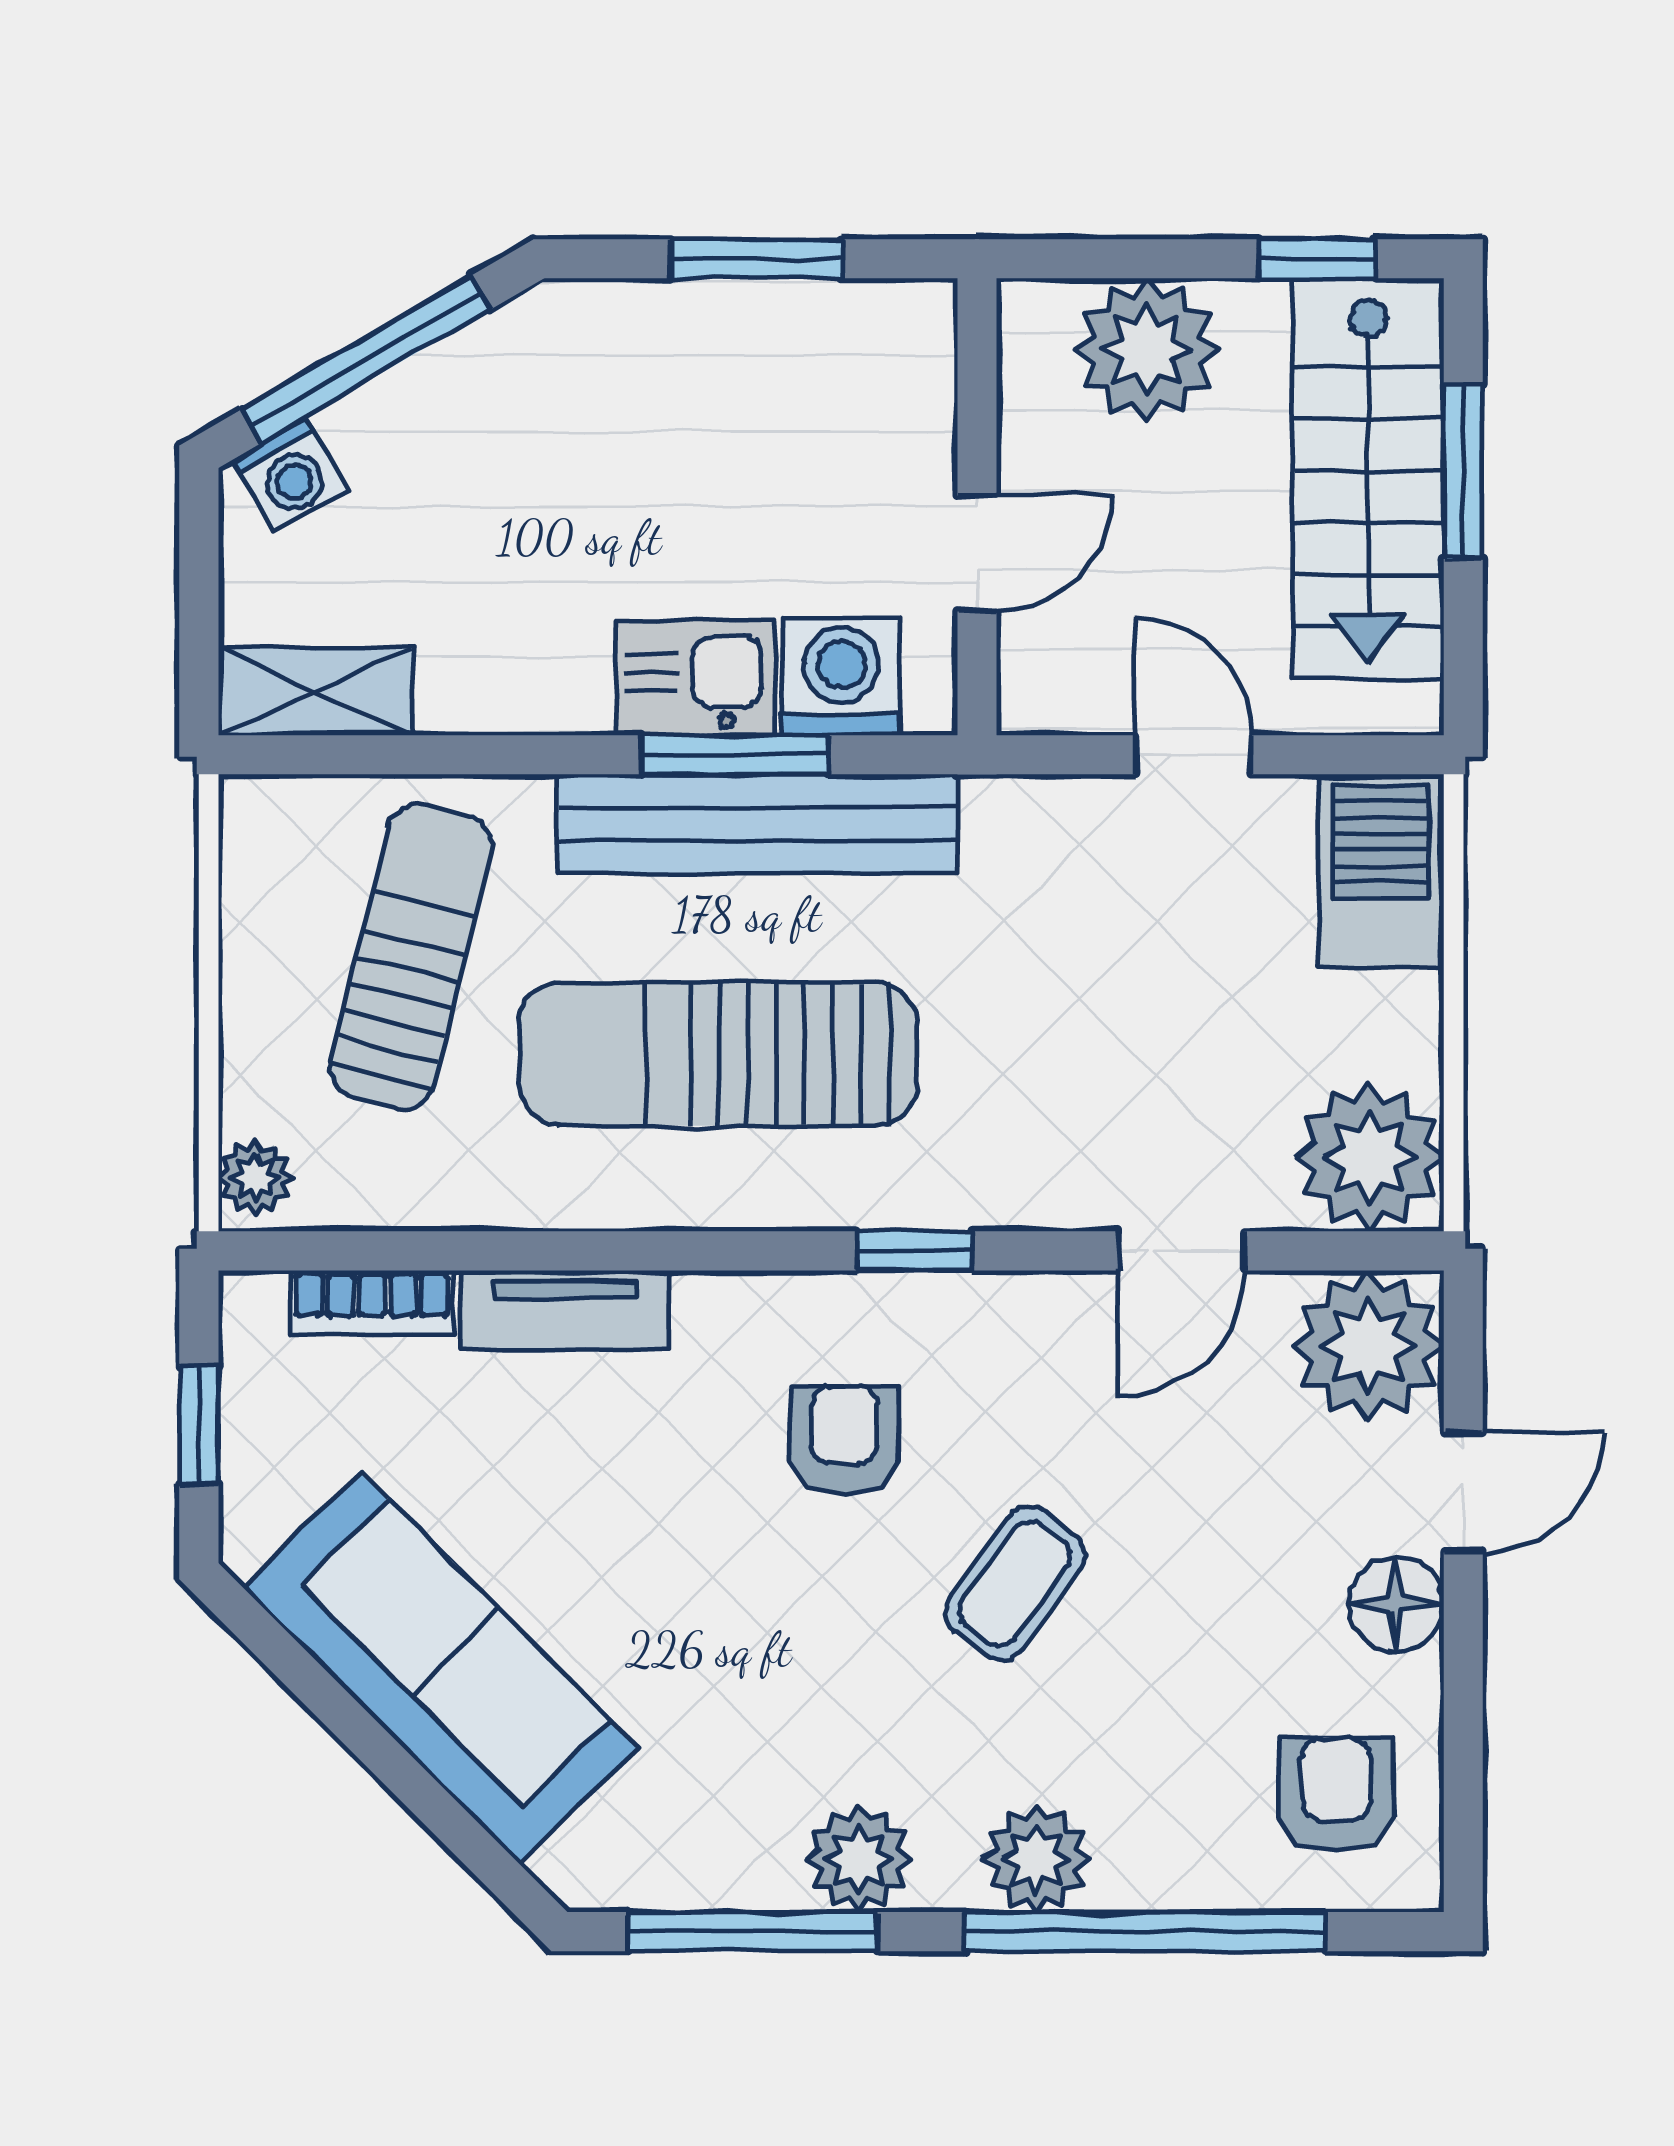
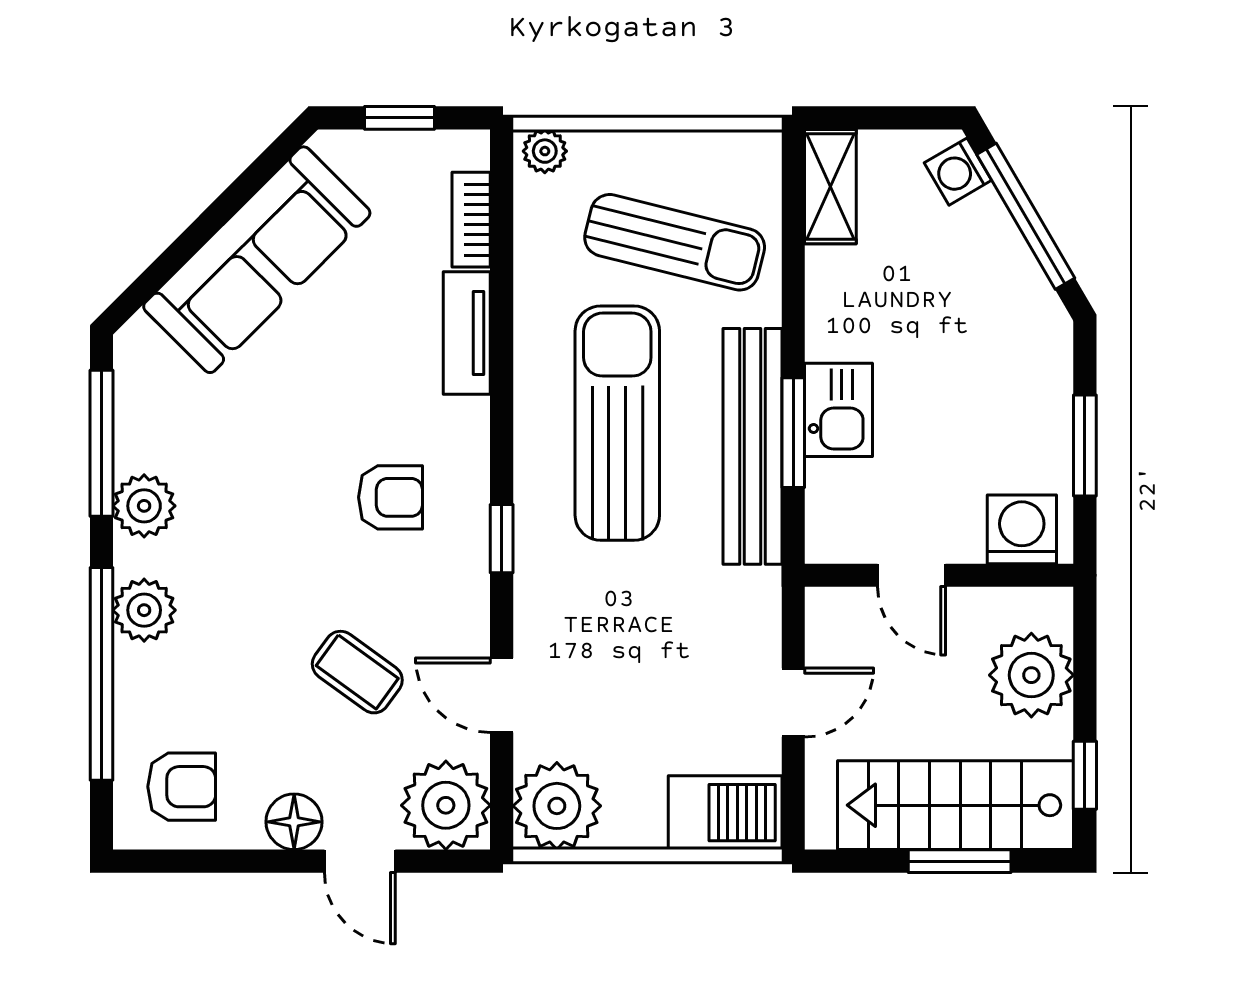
washing machine: (842, 677) -> (1022, 529), moved, turned -90
coffee table: (1015, 1583) -> (357, 672), moved

